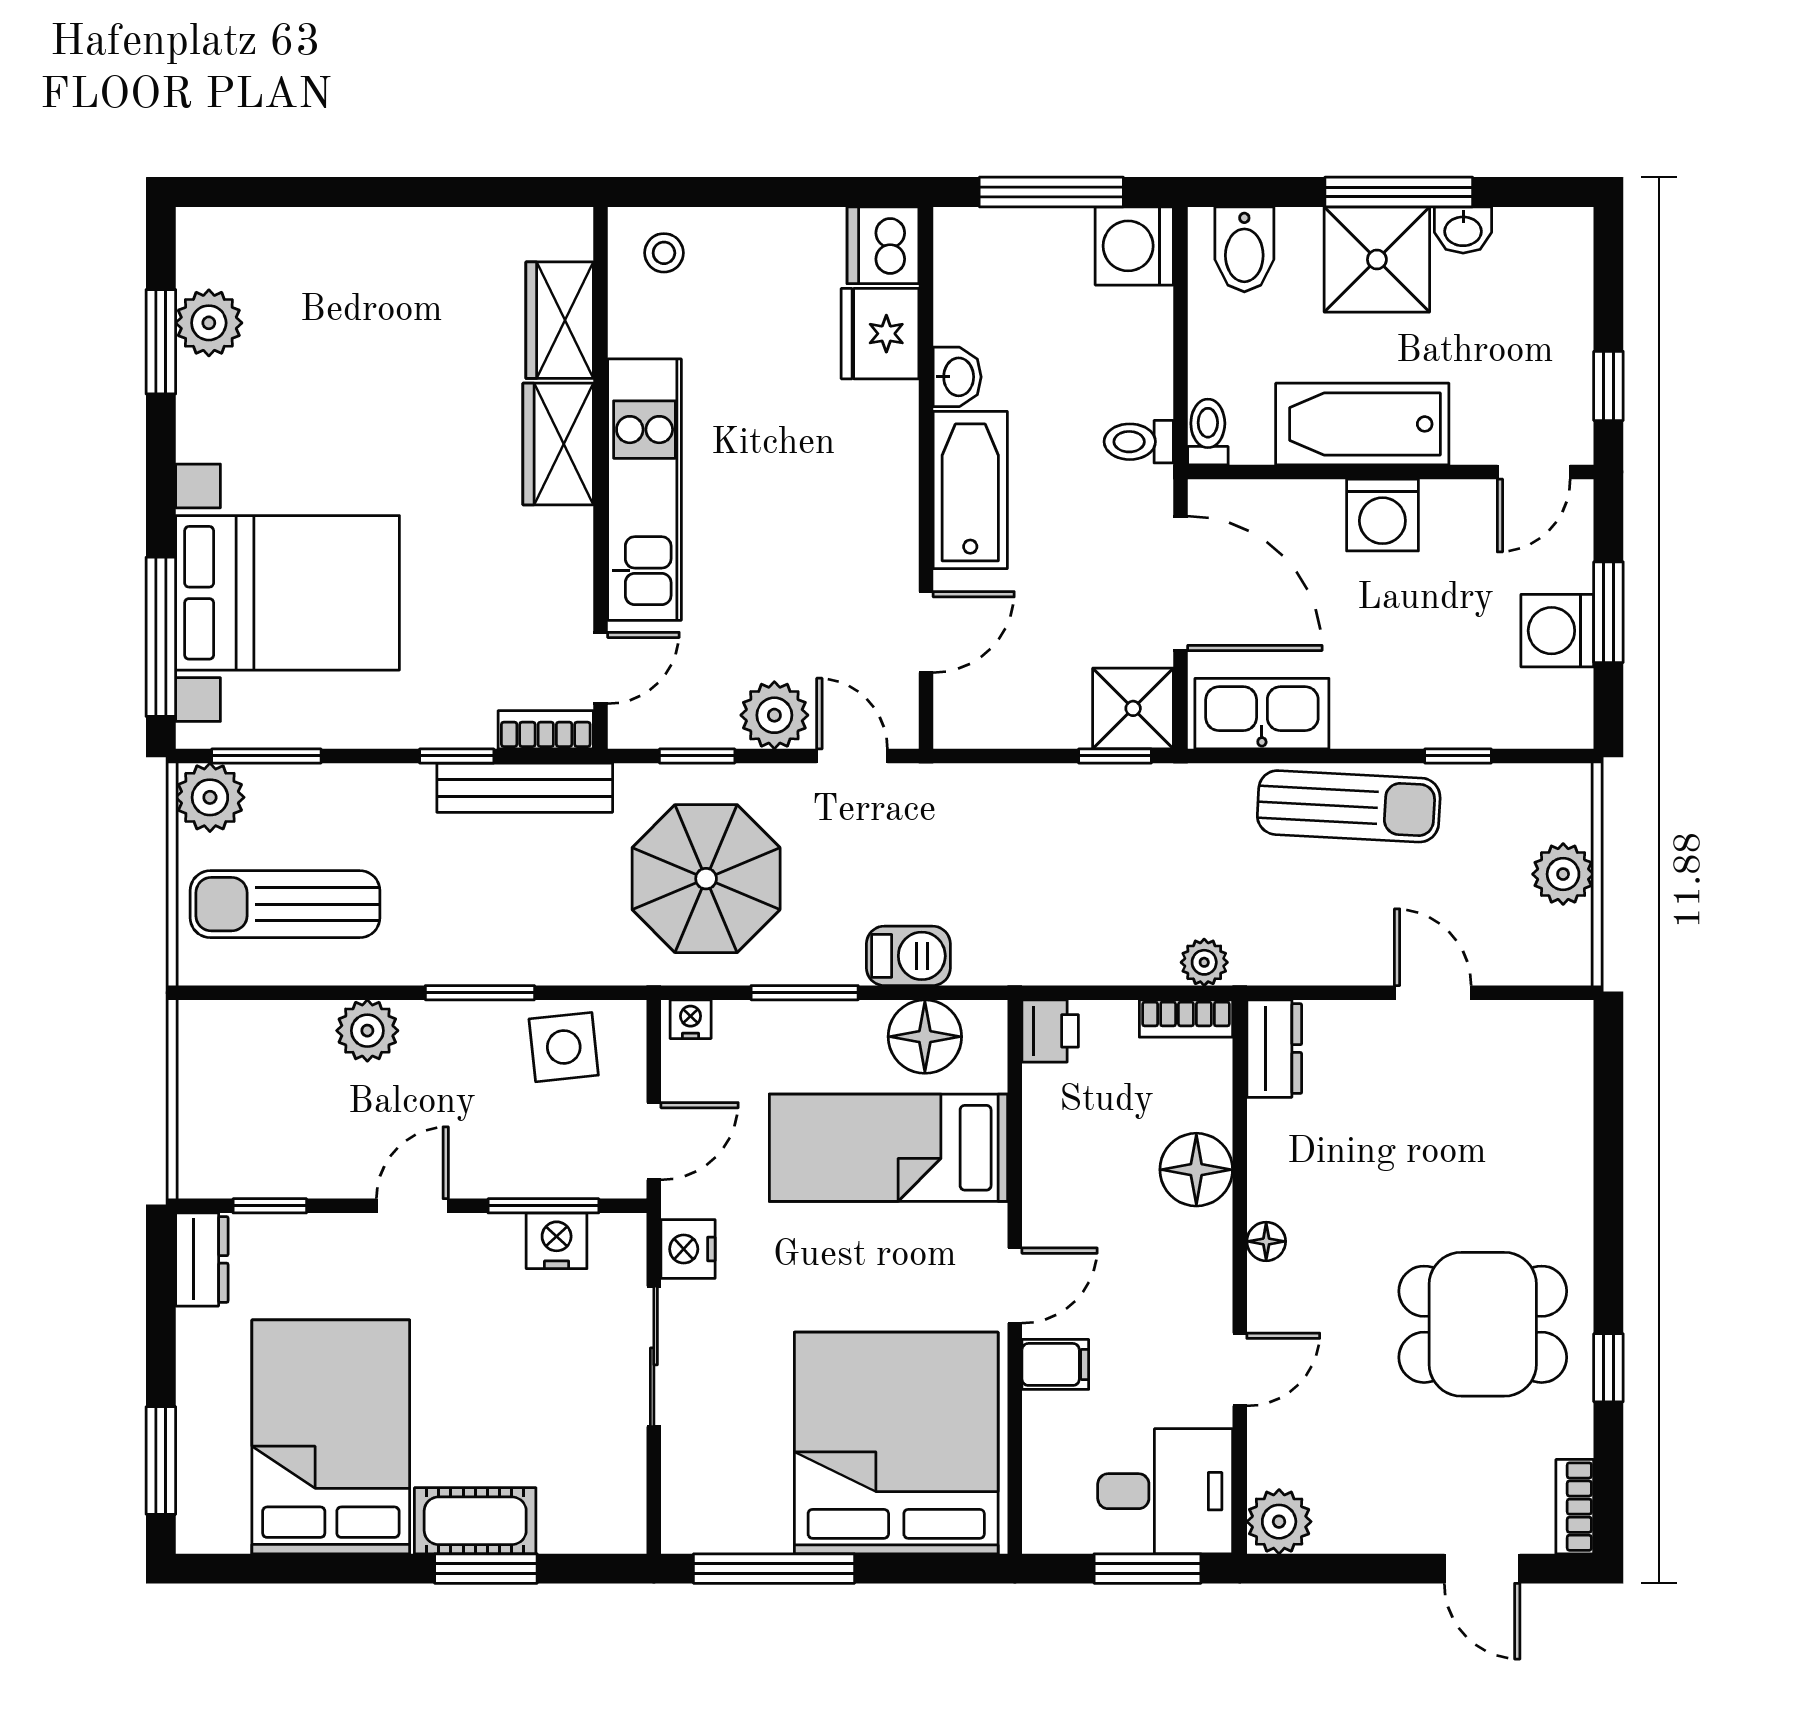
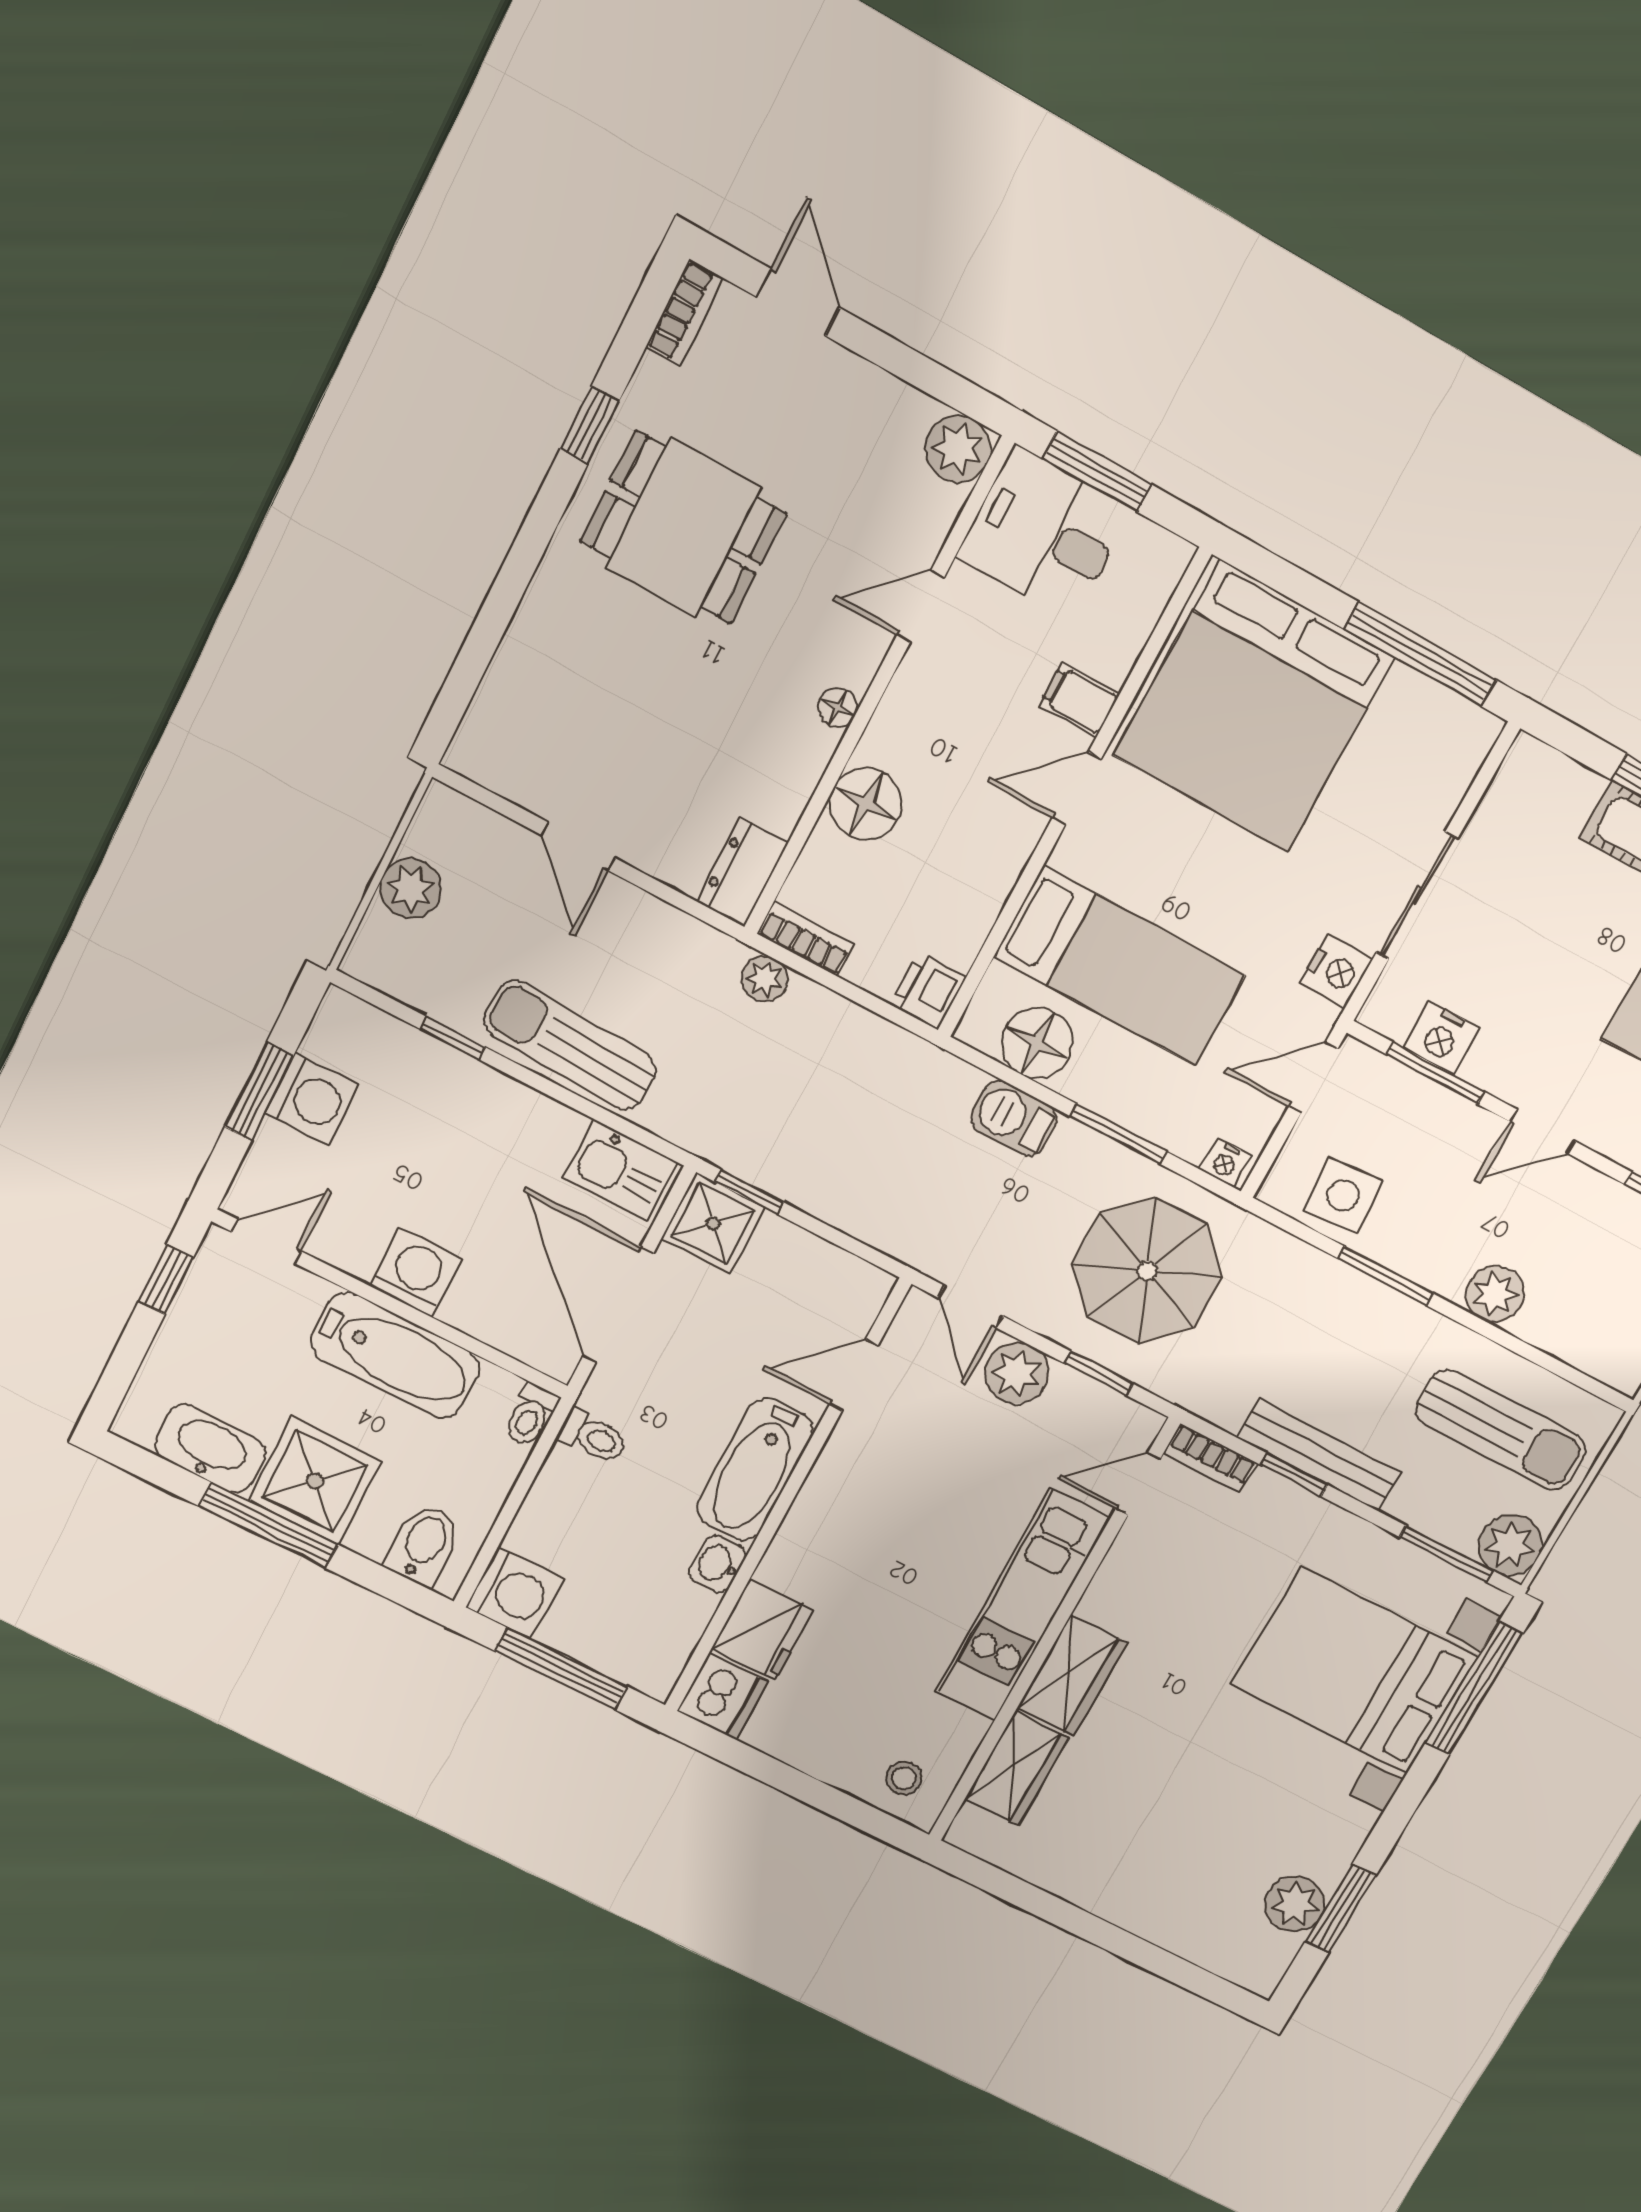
washbasin: (1463, 230) -> (211, 1449), width x1.91, depth x1.45
kitchen sink: (1262, 714) -> (621, 1170), width x0.73
bench: (525, 788) -> (1319, 1455), moved

